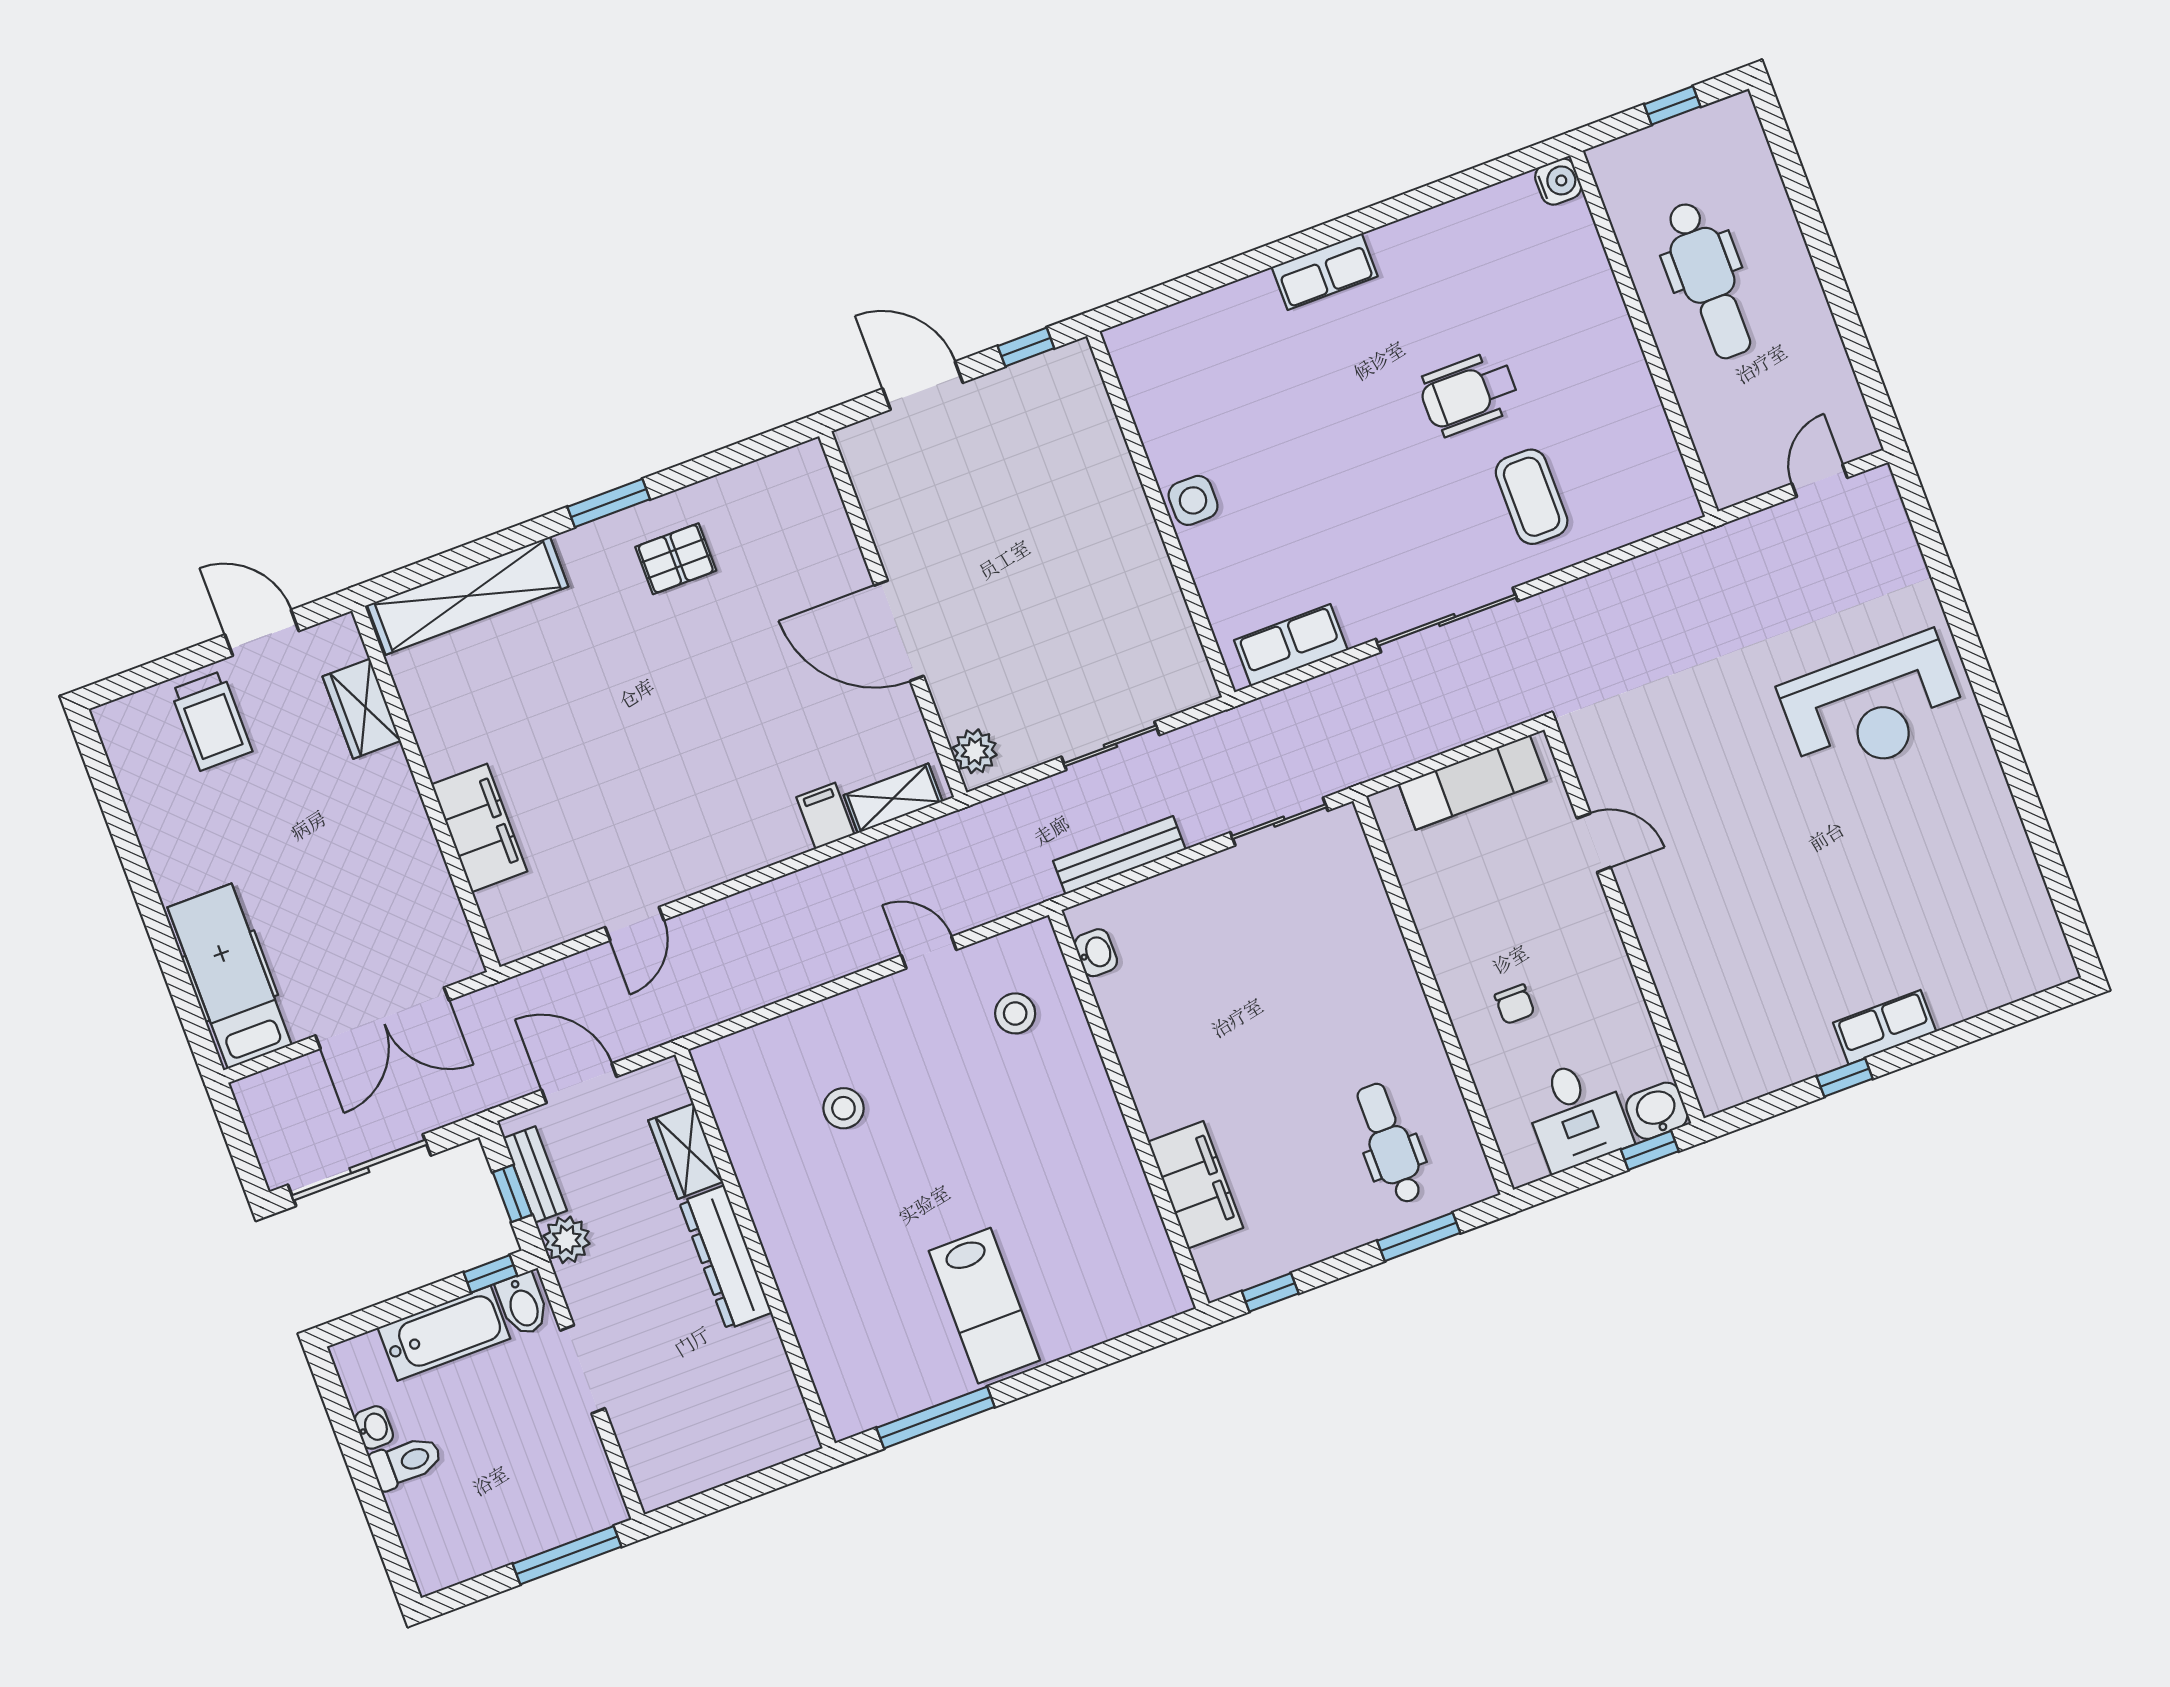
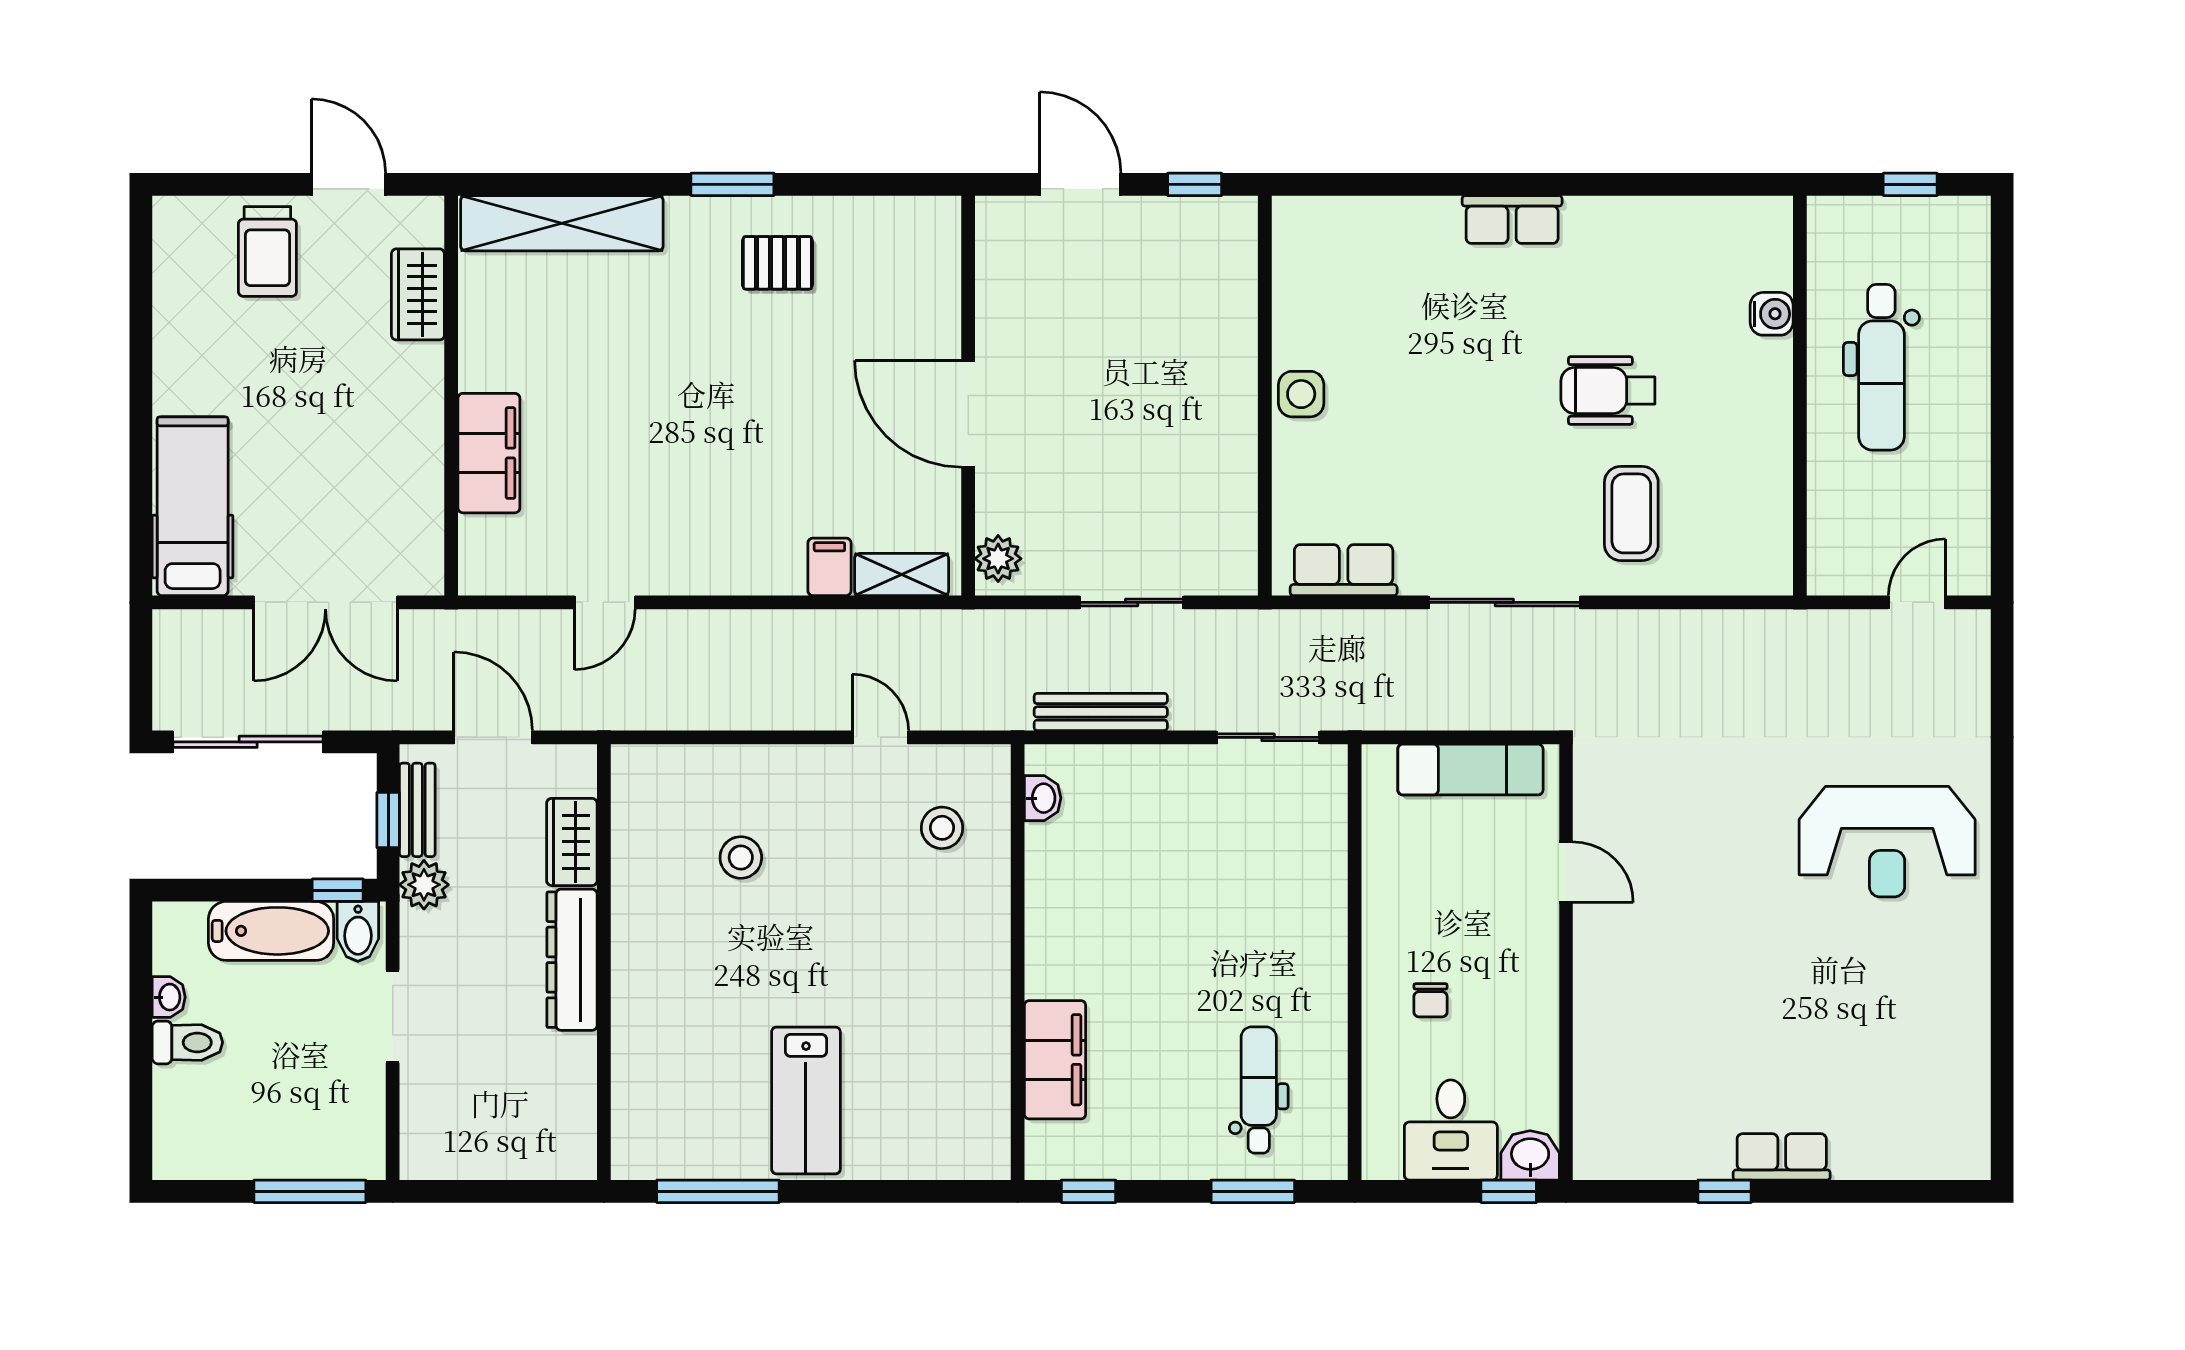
water cooler: (1558, 182) -> (1772, 314), moved

